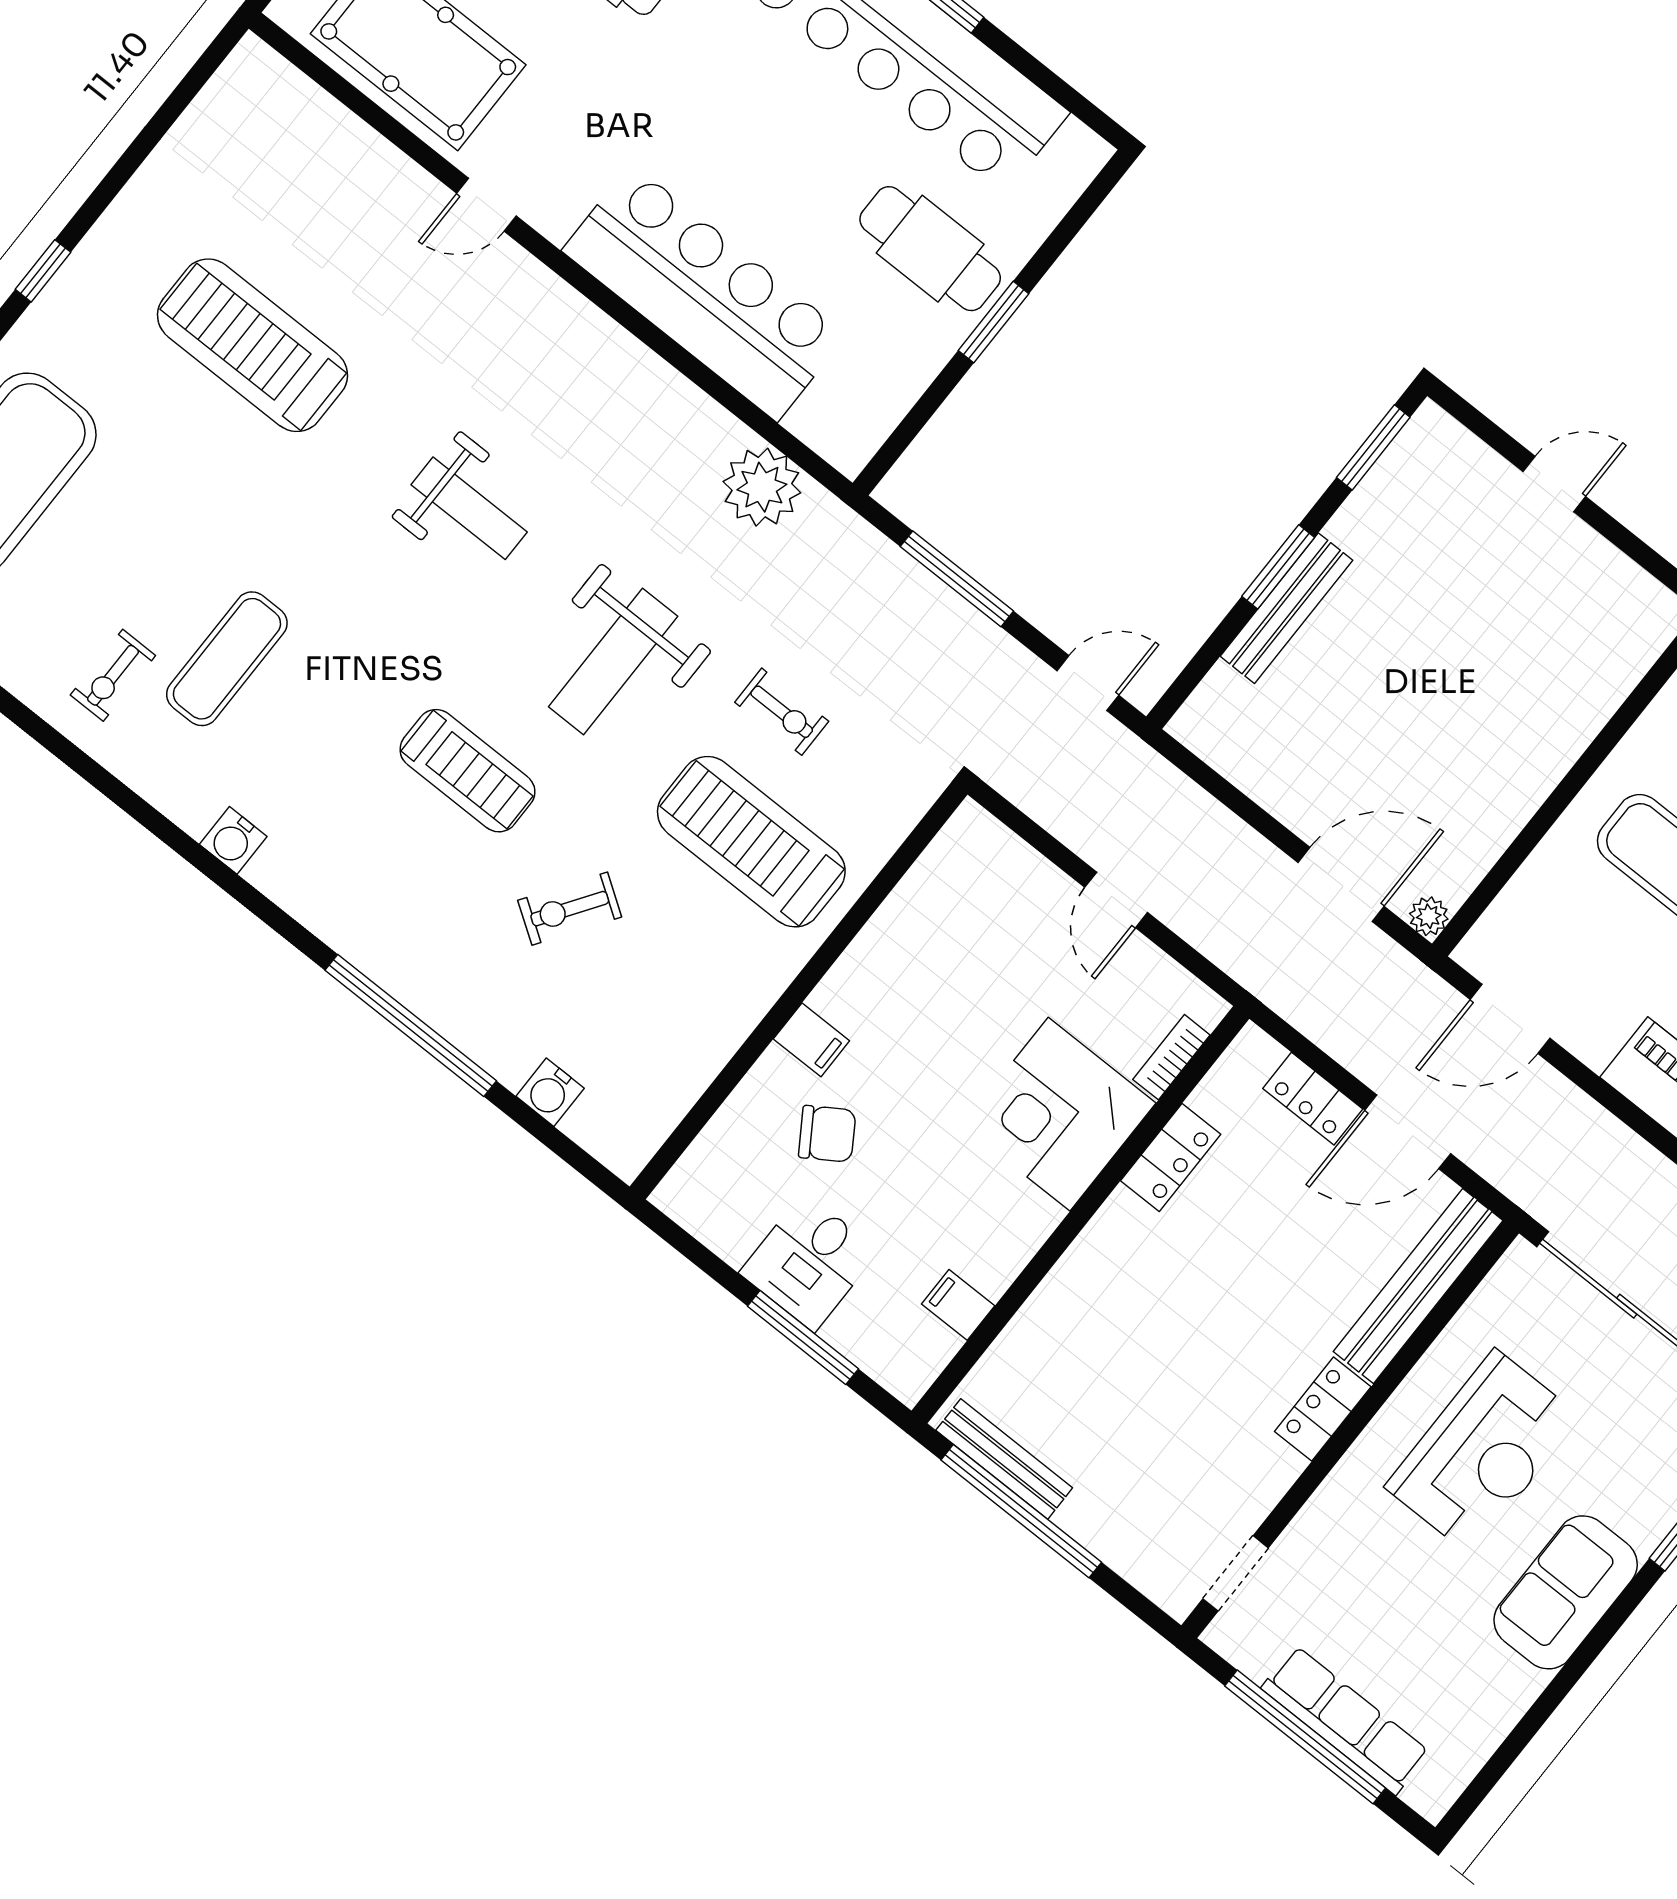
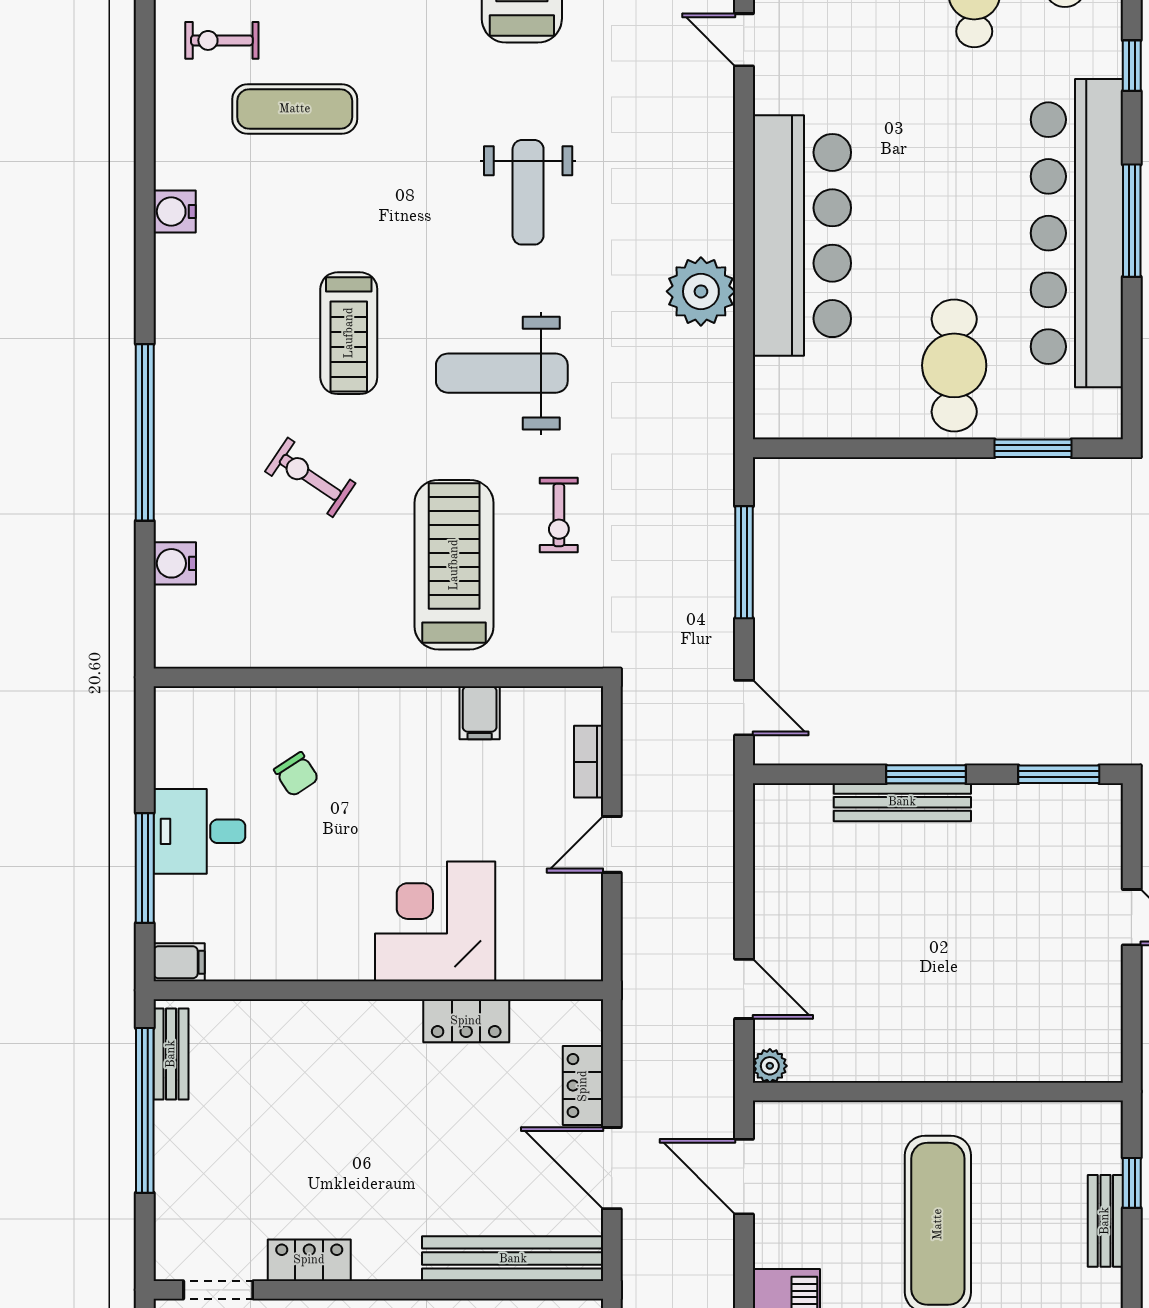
window: (993, 322) -> (1033, 448), moved
plant: (762, 487) -> (701, 291), moved
door: (1341, 884) -> (744, 989), width x0.73
filing cabinet: (811, 1040) -> (480, 713), moved
bookcase: (1171, 1057) -> (589, 762), moved, turned -90
chair: (827, 1134) -> (296, 774), width x0.73, depth x0.73
filing cabinet: (958, 1305) -> (179, 962), moved, turned 90
locker: (1323, 1409) -> (309, 1260), moved
bench: (1004, 1459) -> (171, 1054), width x0.73

